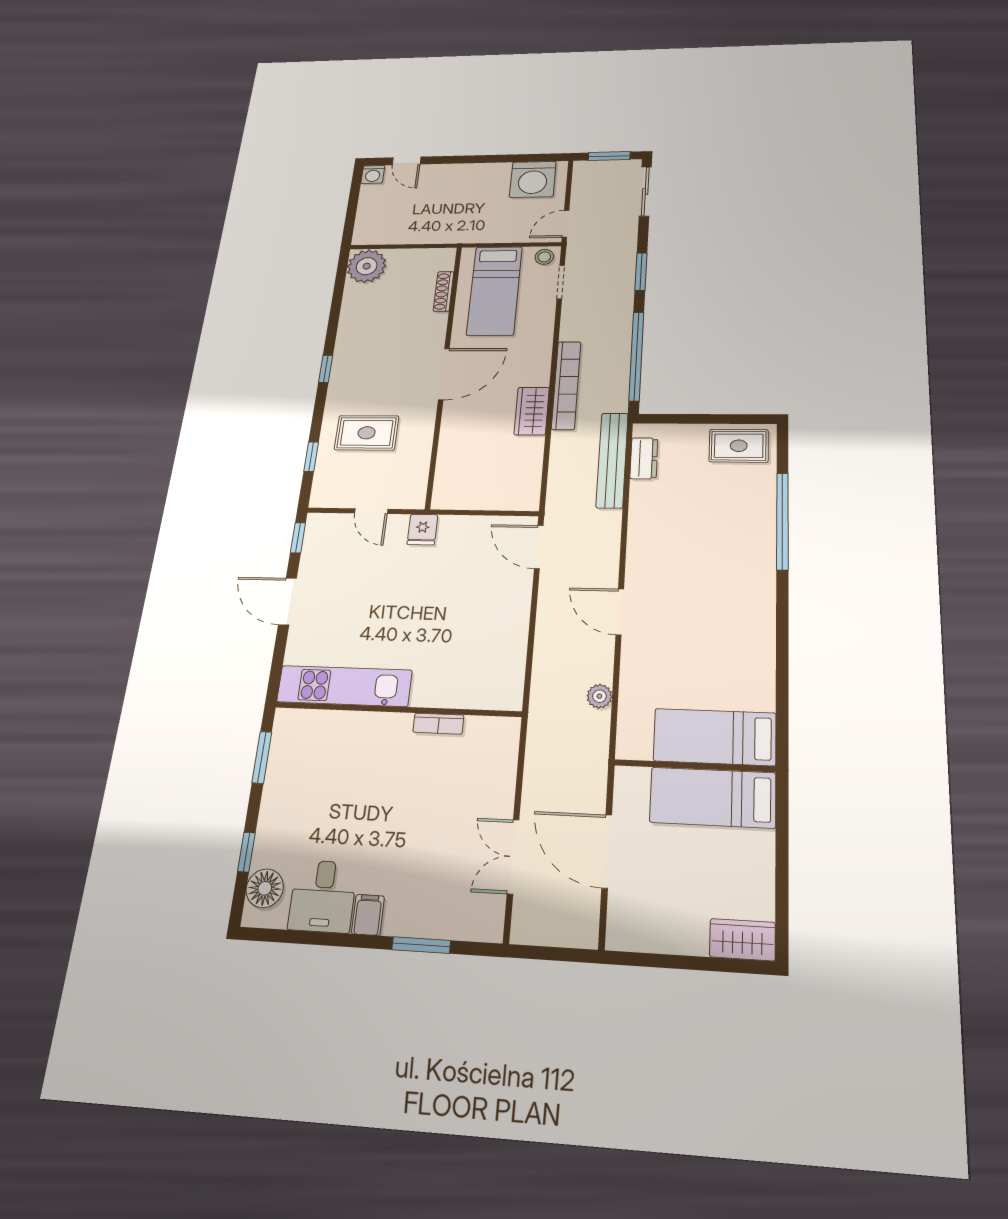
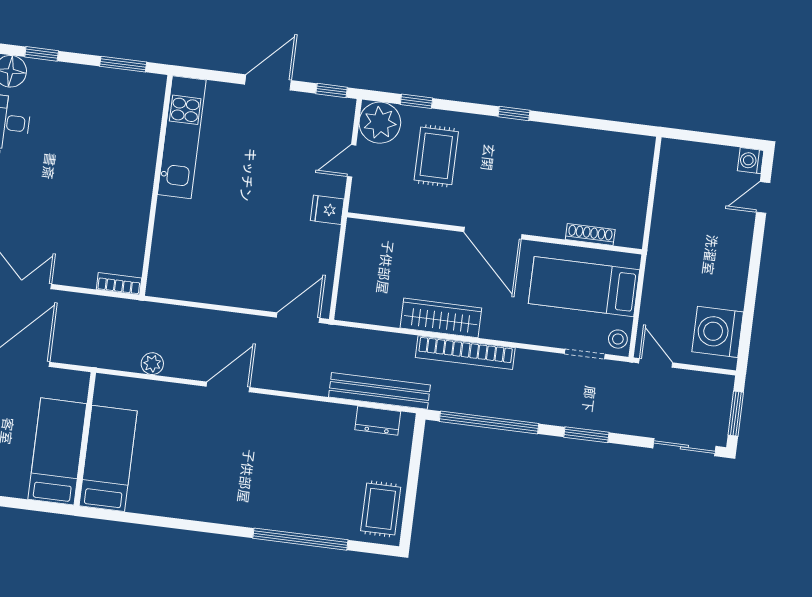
plant: (367, 266) -> (380, 123), moved
wardrobe: (532, 411) -> (441, 318), width x1.50
bookcase: (438, 724) -> (119, 284), moved, turned 90

